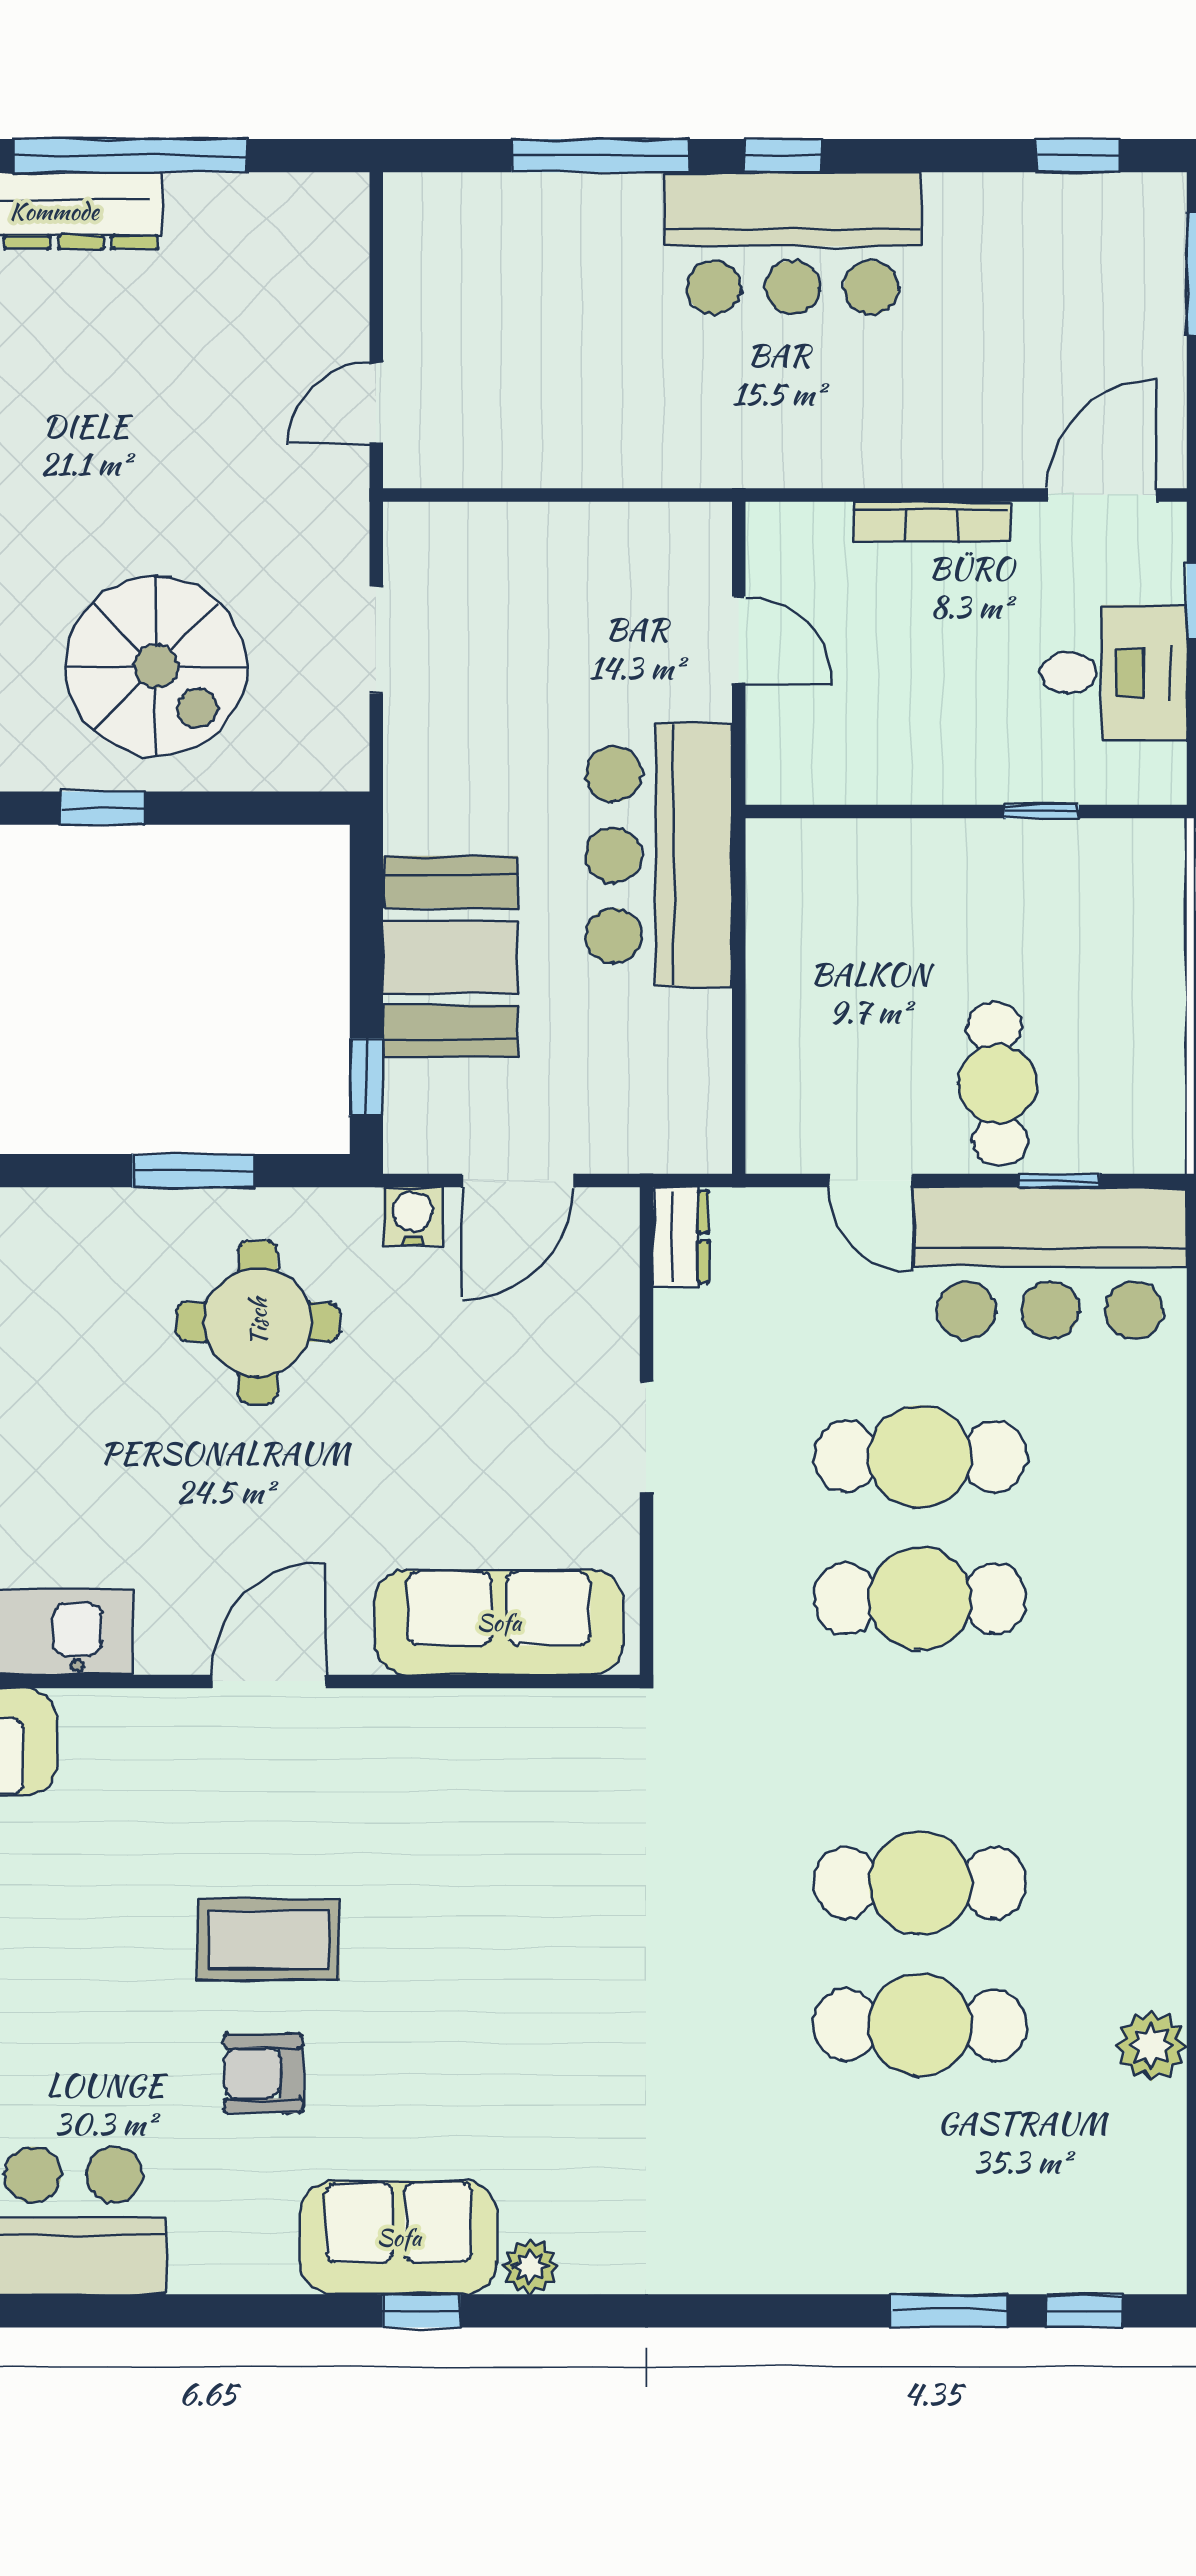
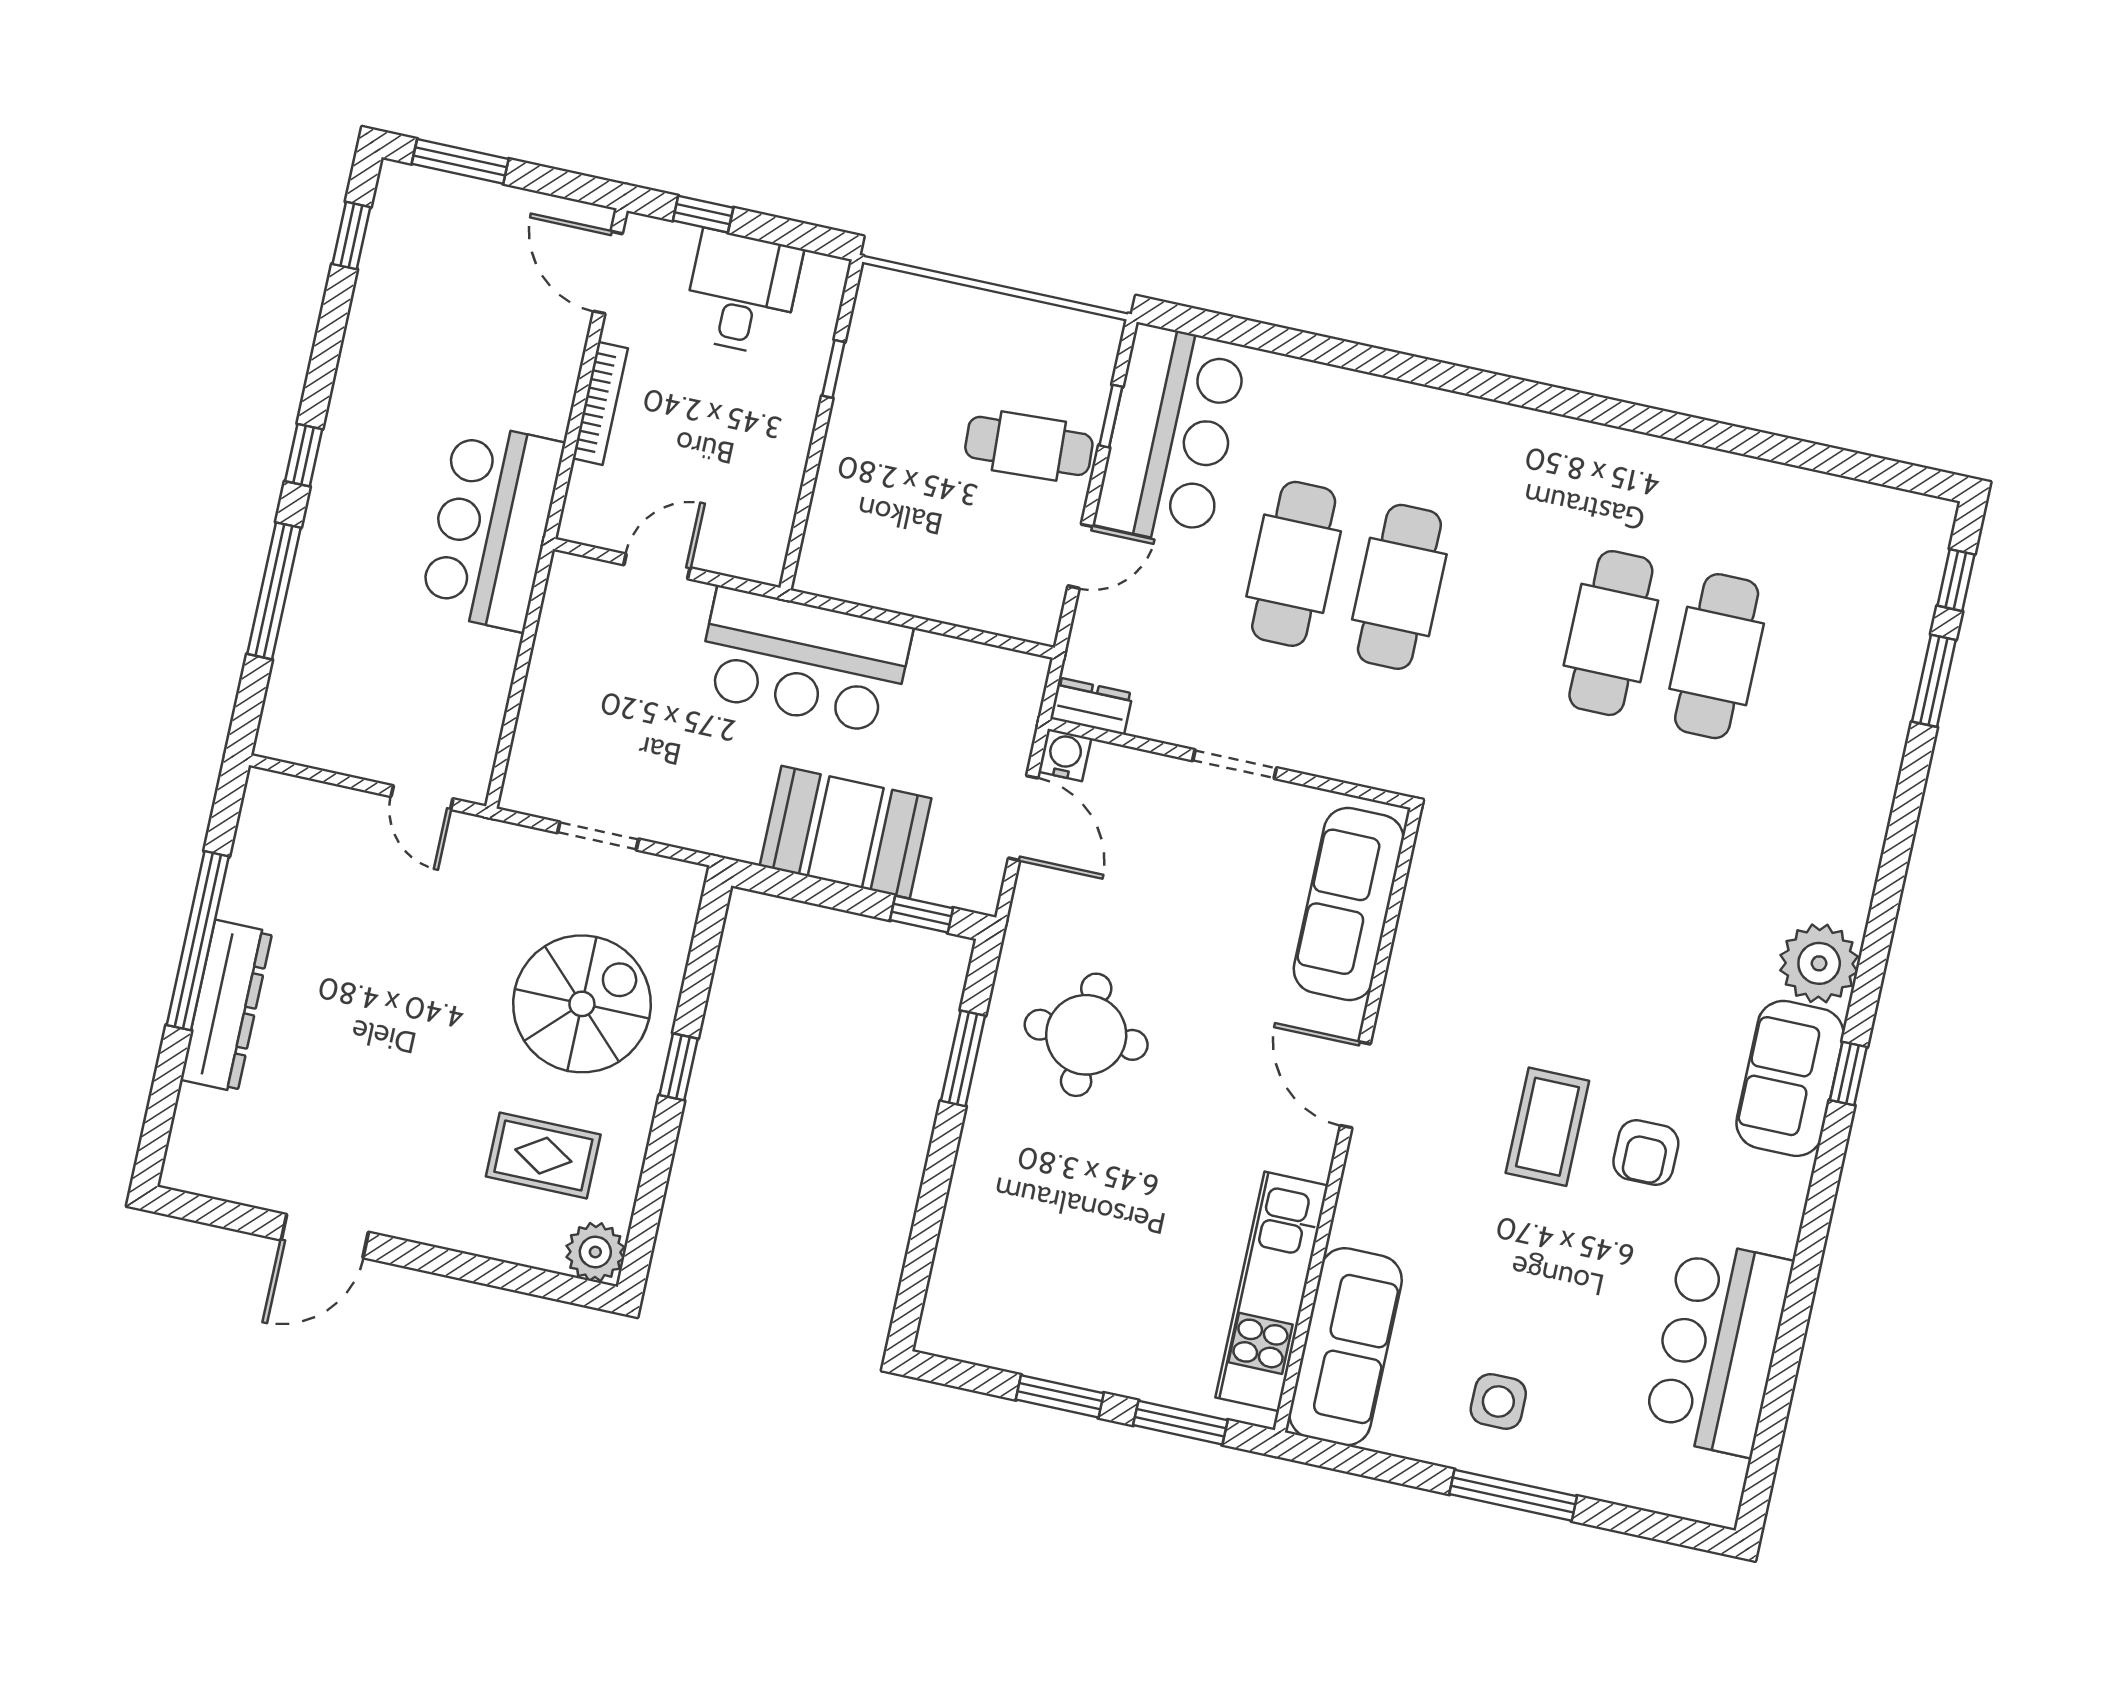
bar counter: (793, 243) -> (492, 526), moved, turned 180
water cooler: (413, 1216) -> (1065, 755), moved, turned 90
plant: (1151, 2046) -> (1770, 487), removed
plant: (530, 2267) -> (1819, 963), width x1.87, depth x1.87

